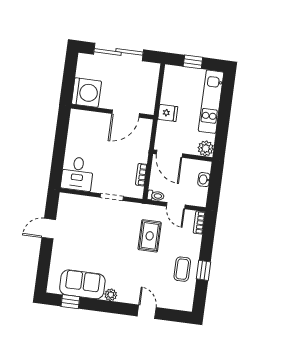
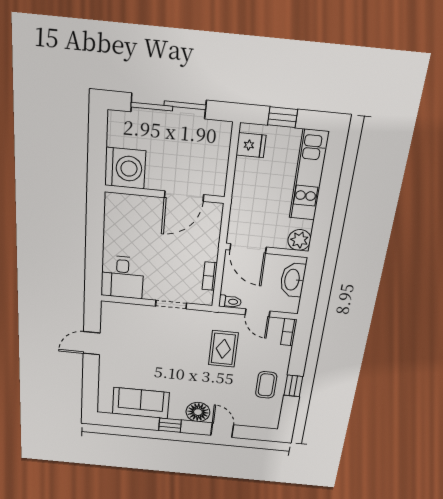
fridge: (168, 113) -> (251, 145), moved
washbasin: (204, 180) -> (293, 280), width x1.91, depth x1.45
floor lamp: (128, 294) -> (198, 412), added
plant: (111, 295) -> (177, 413), removed
window: (70, 302) -> (170, 425), moved

